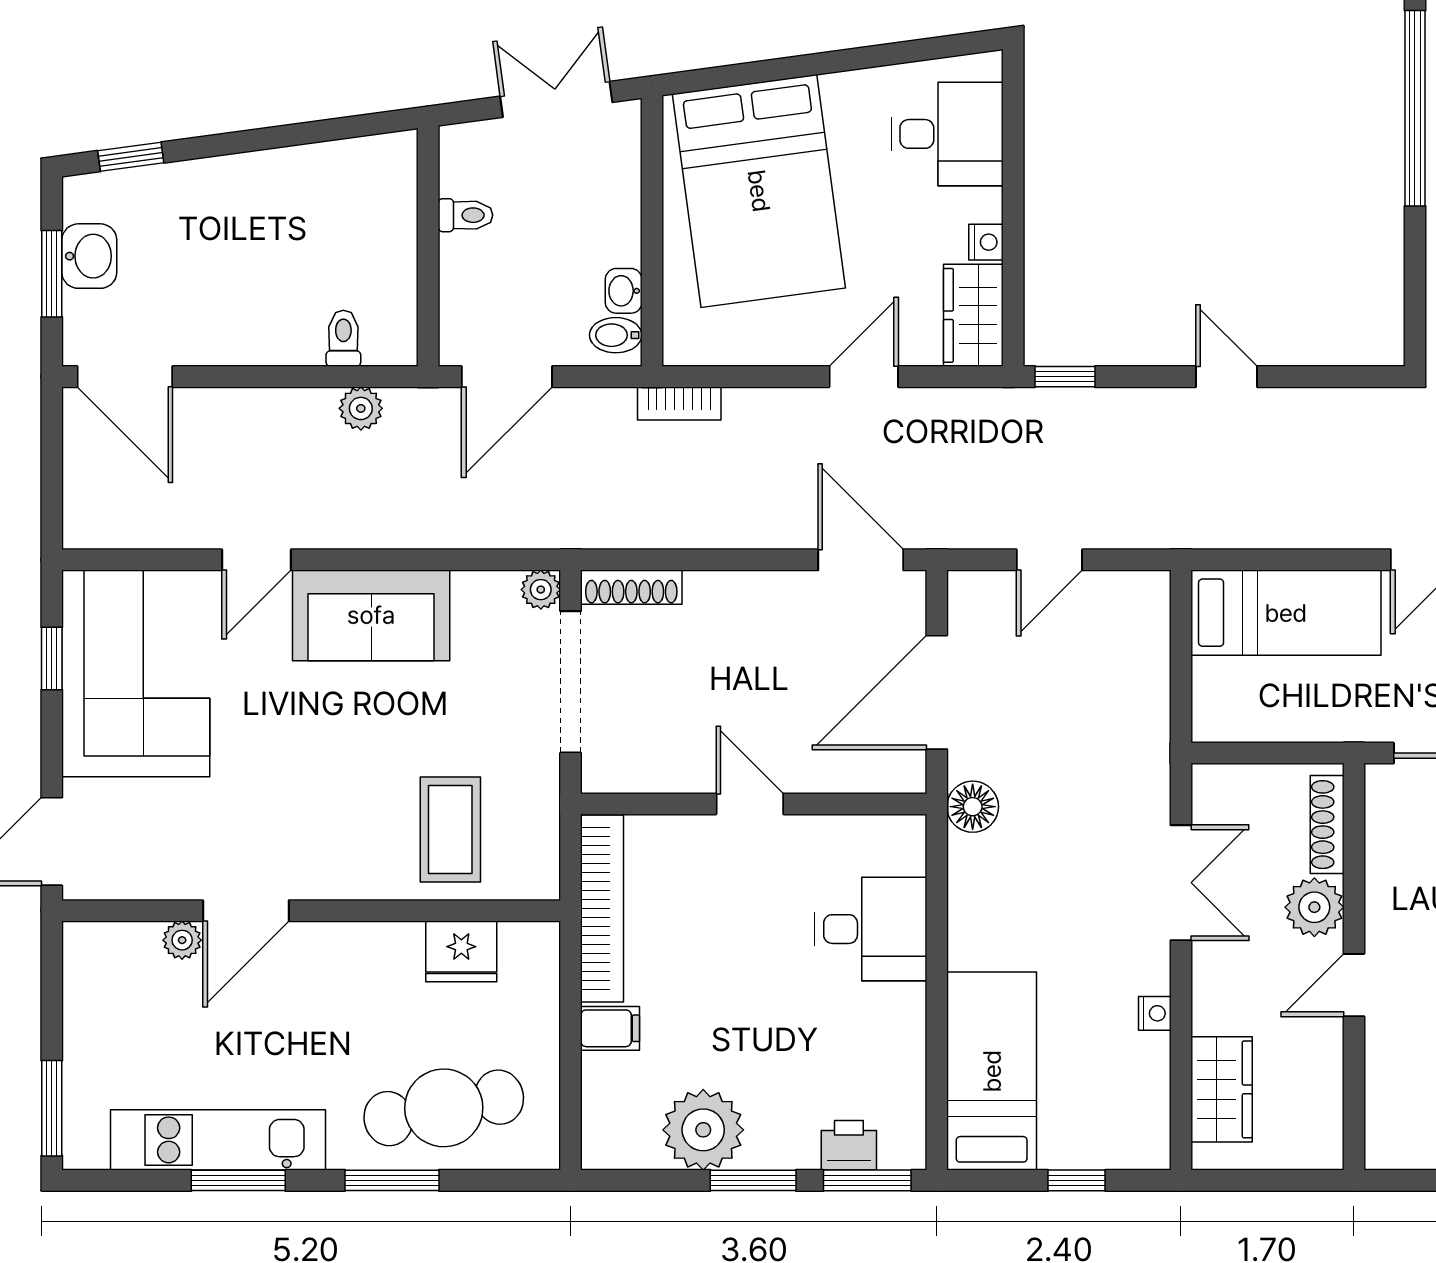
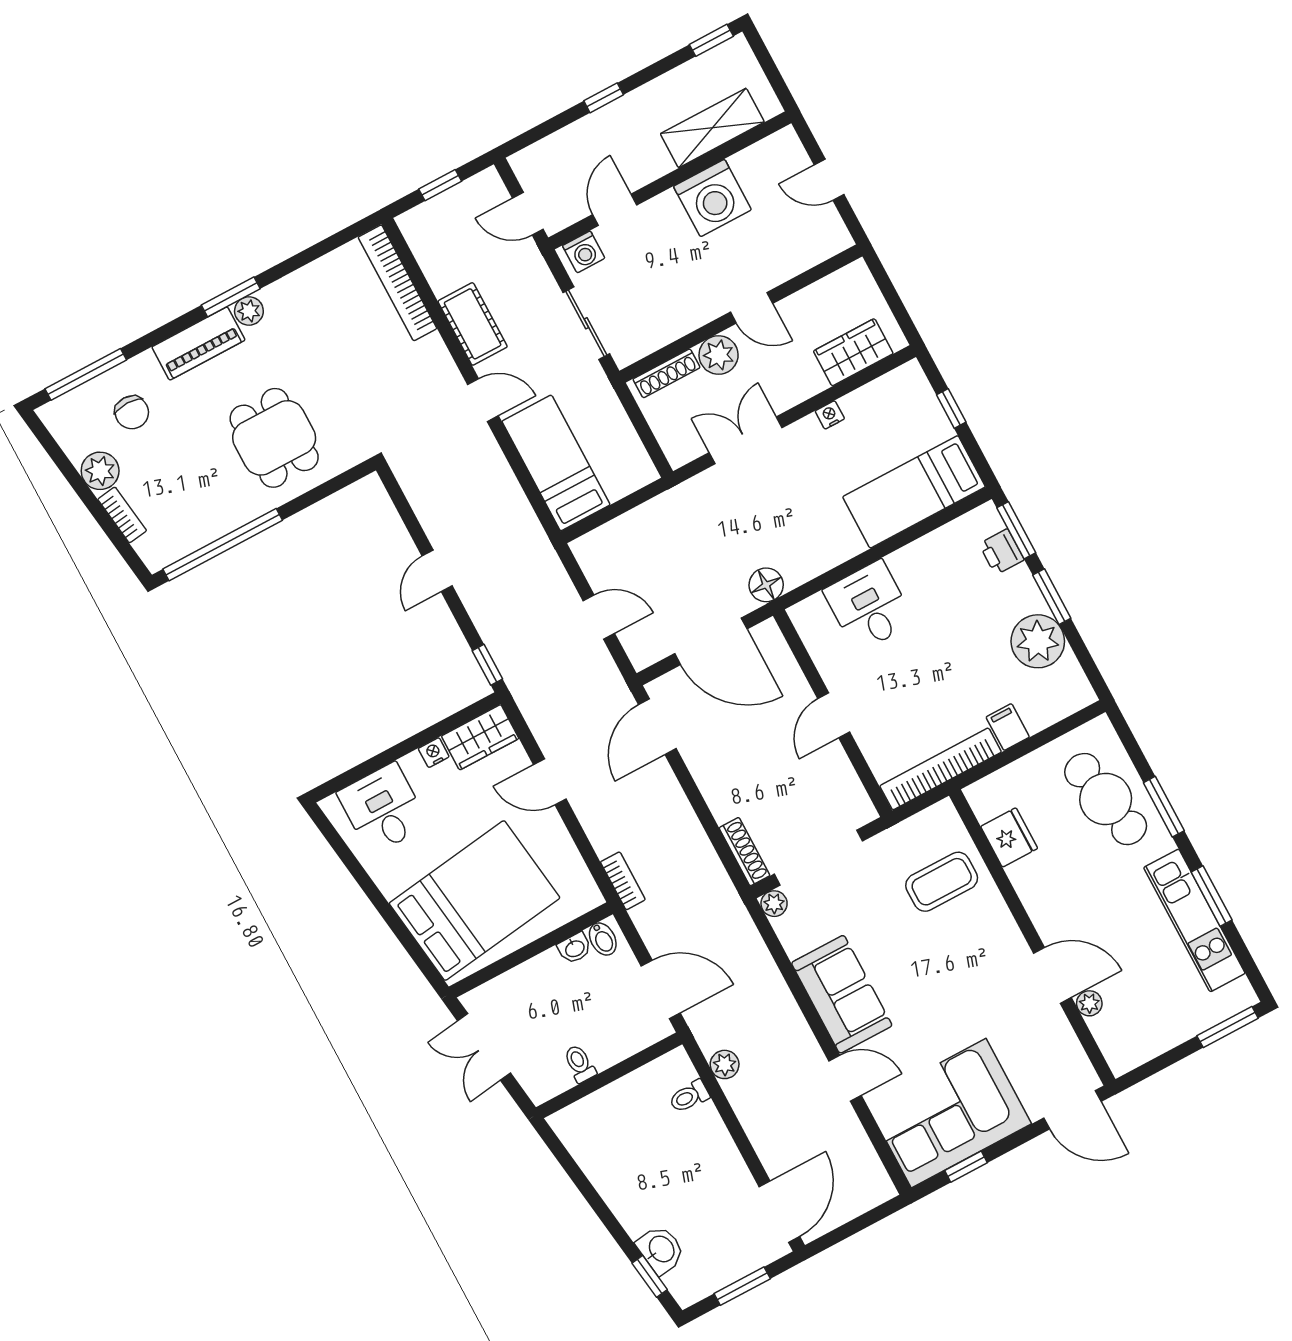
washbasin: (89, 256) -> (661, 1250), moved, turned 82

